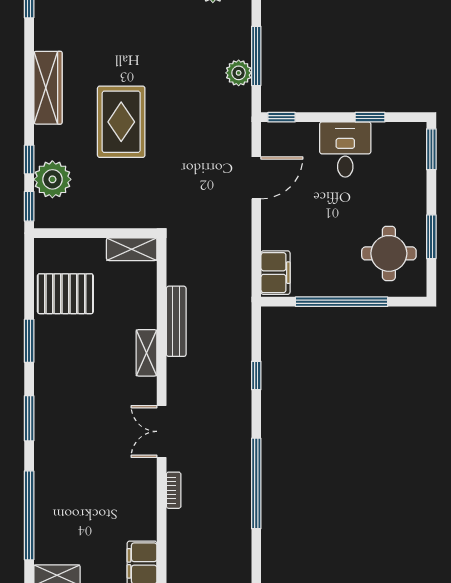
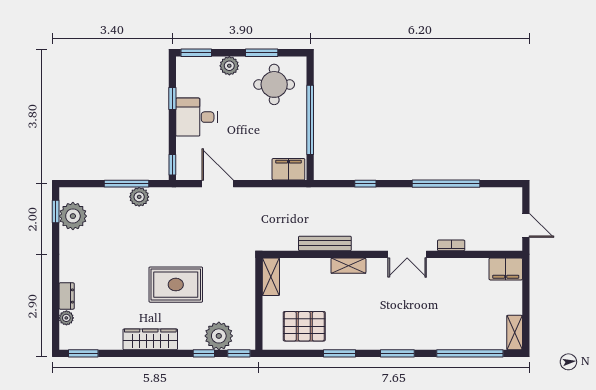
plant: (414, 193) -> (229, 66), added
pallet: (65, 294) -> (304, 326), turned 90

